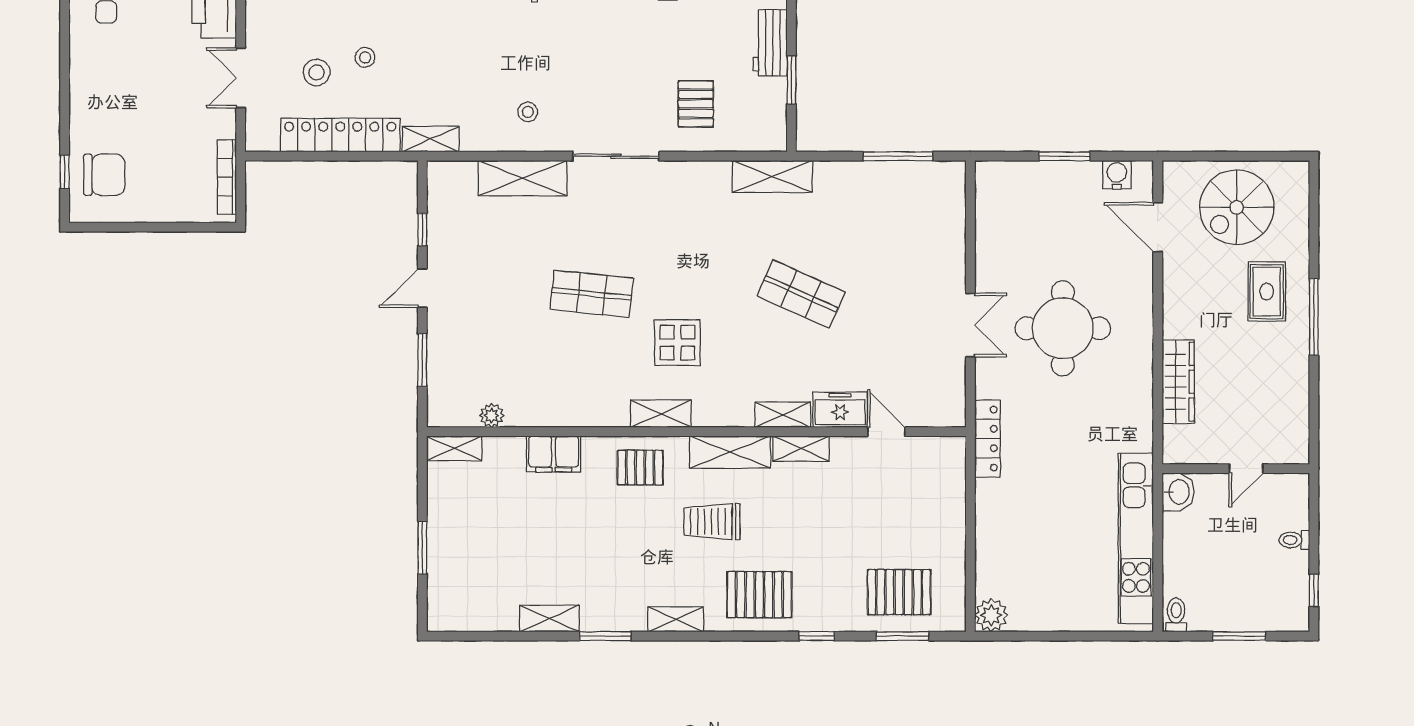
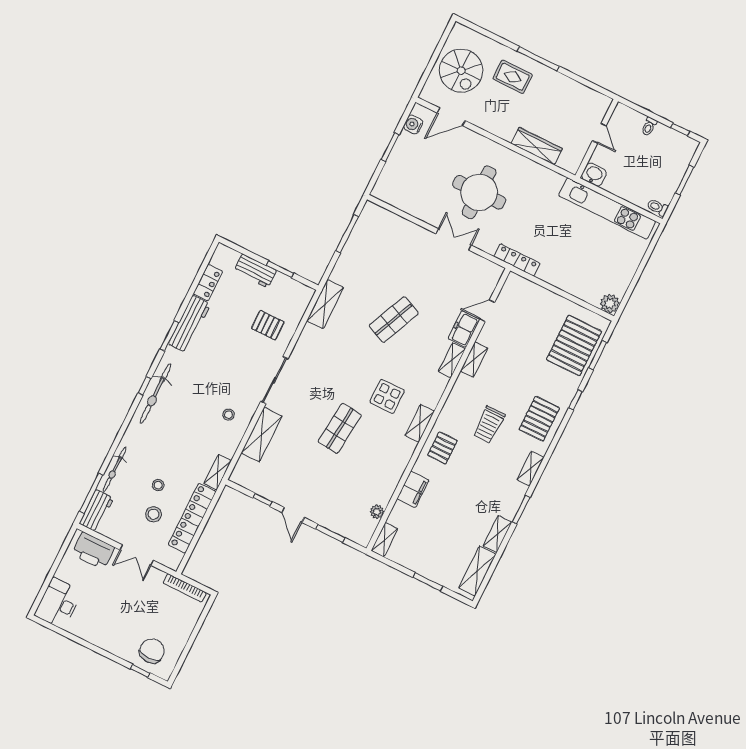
shelving: (730, 452) -> (477, 571), moved
pallet: (899, 592) -> (574, 346), width x1.37, depth x1.41

